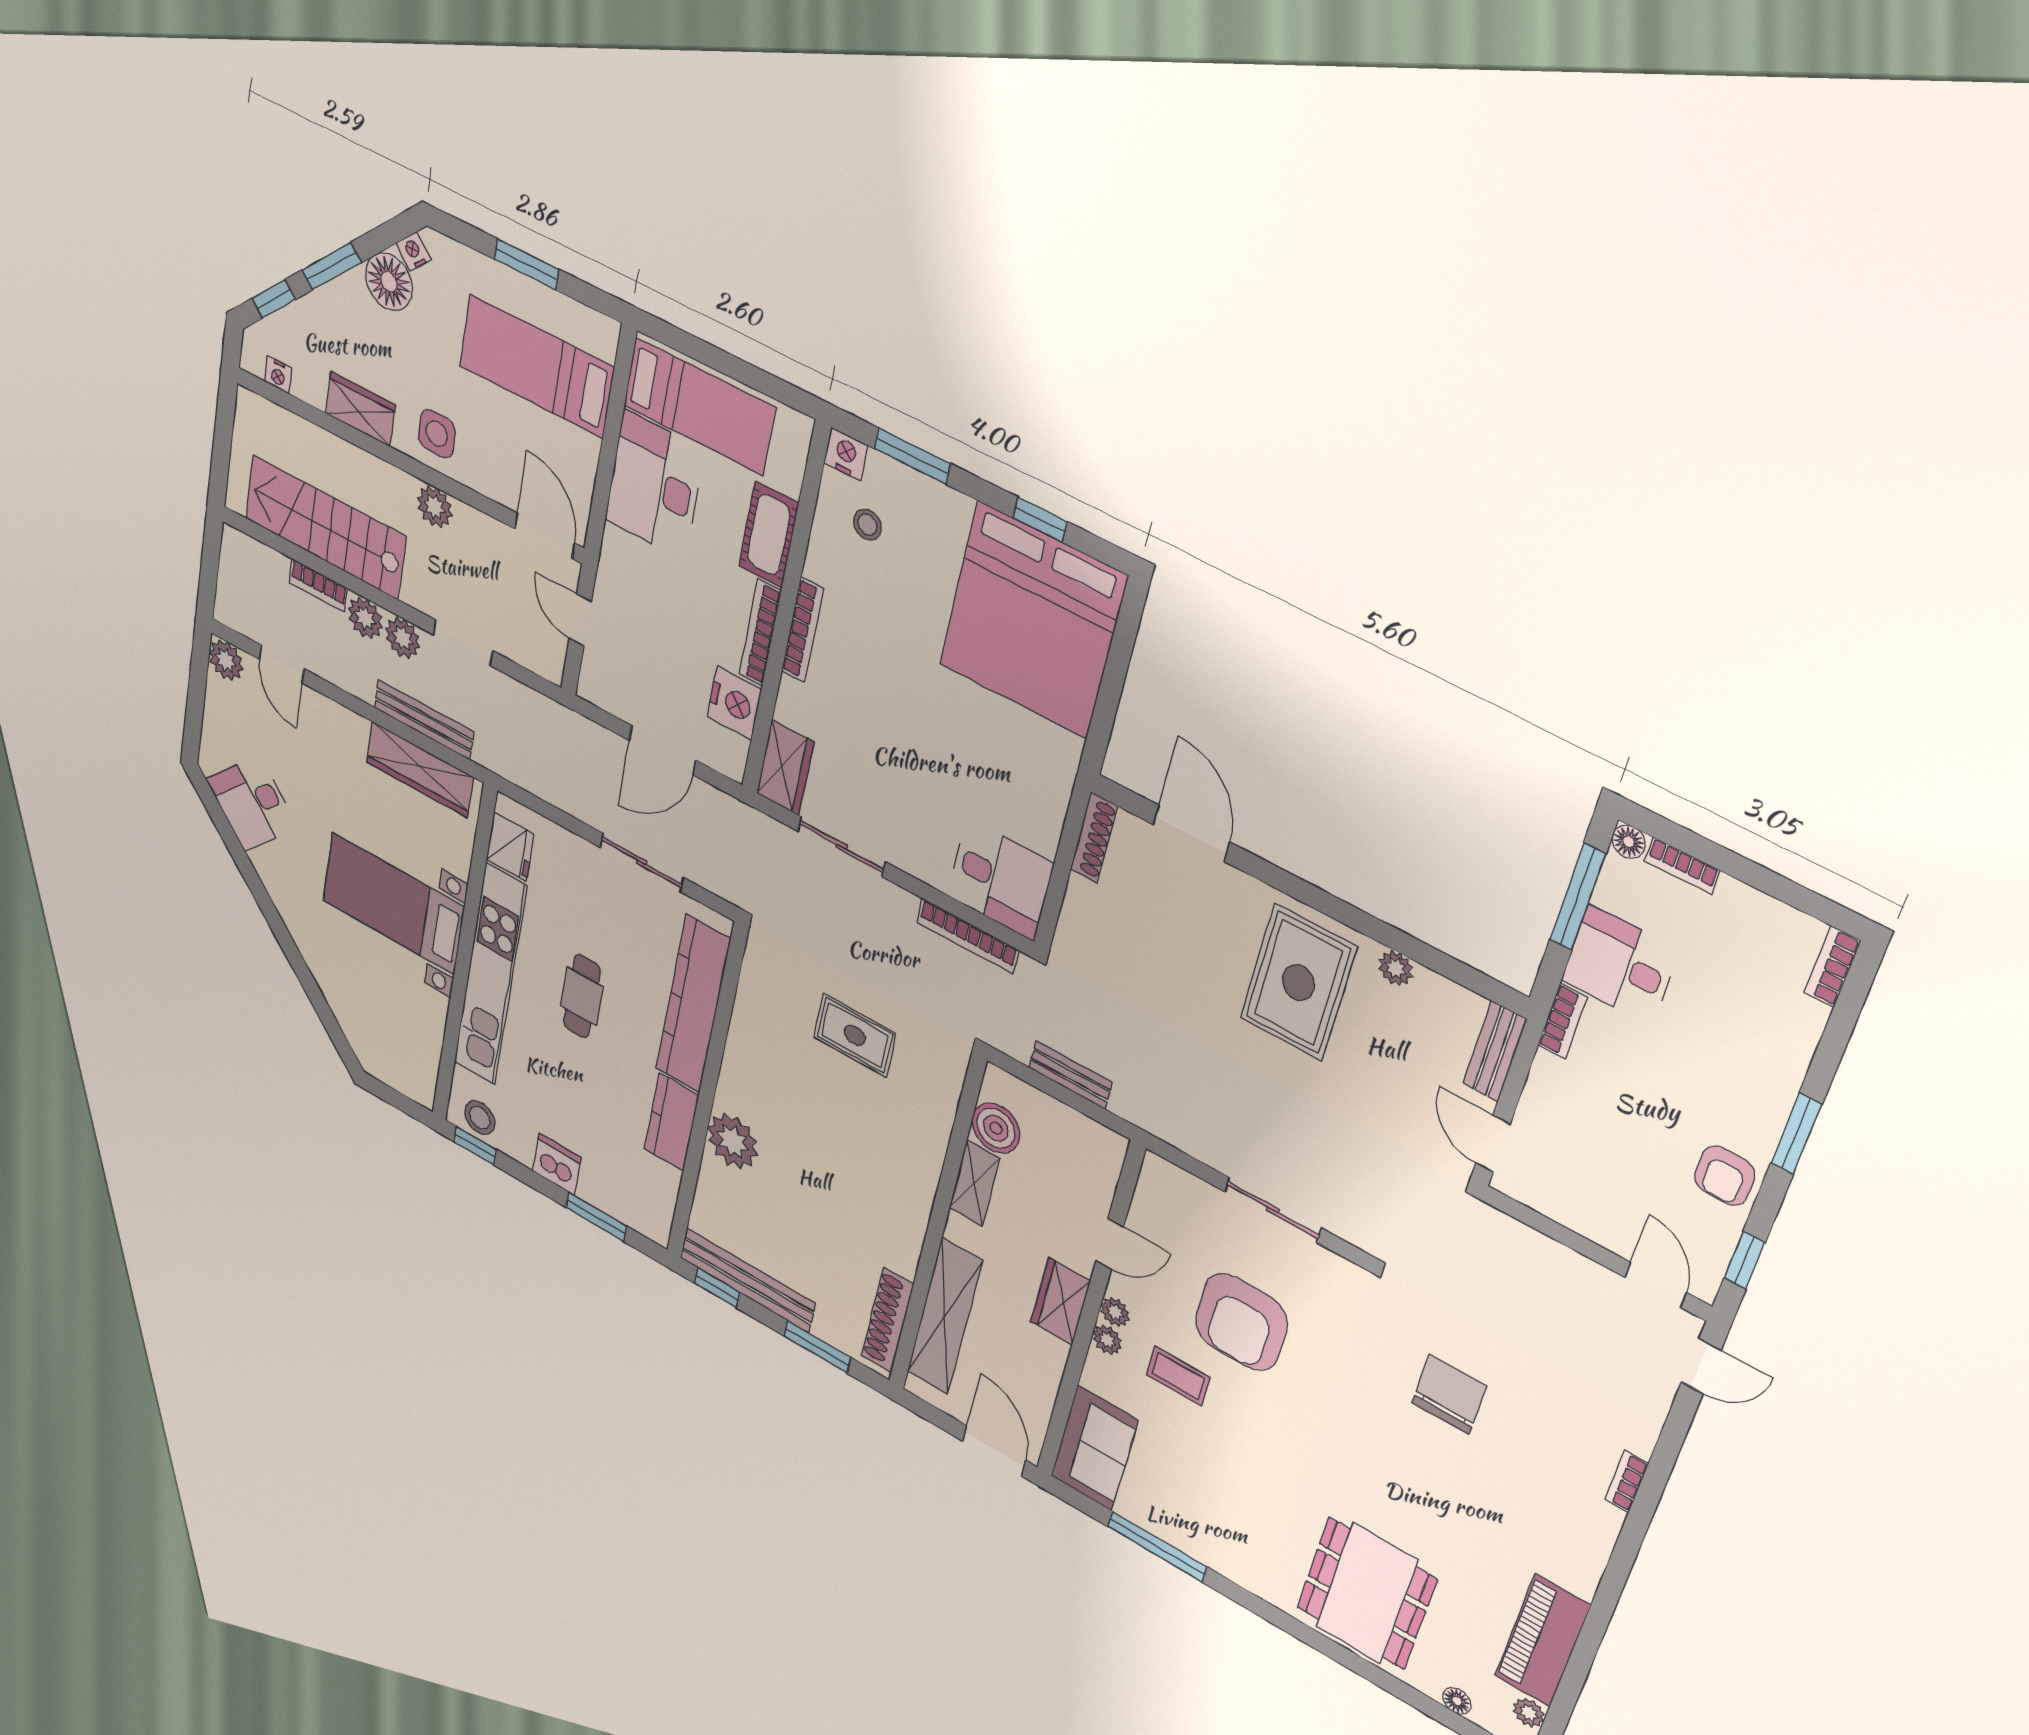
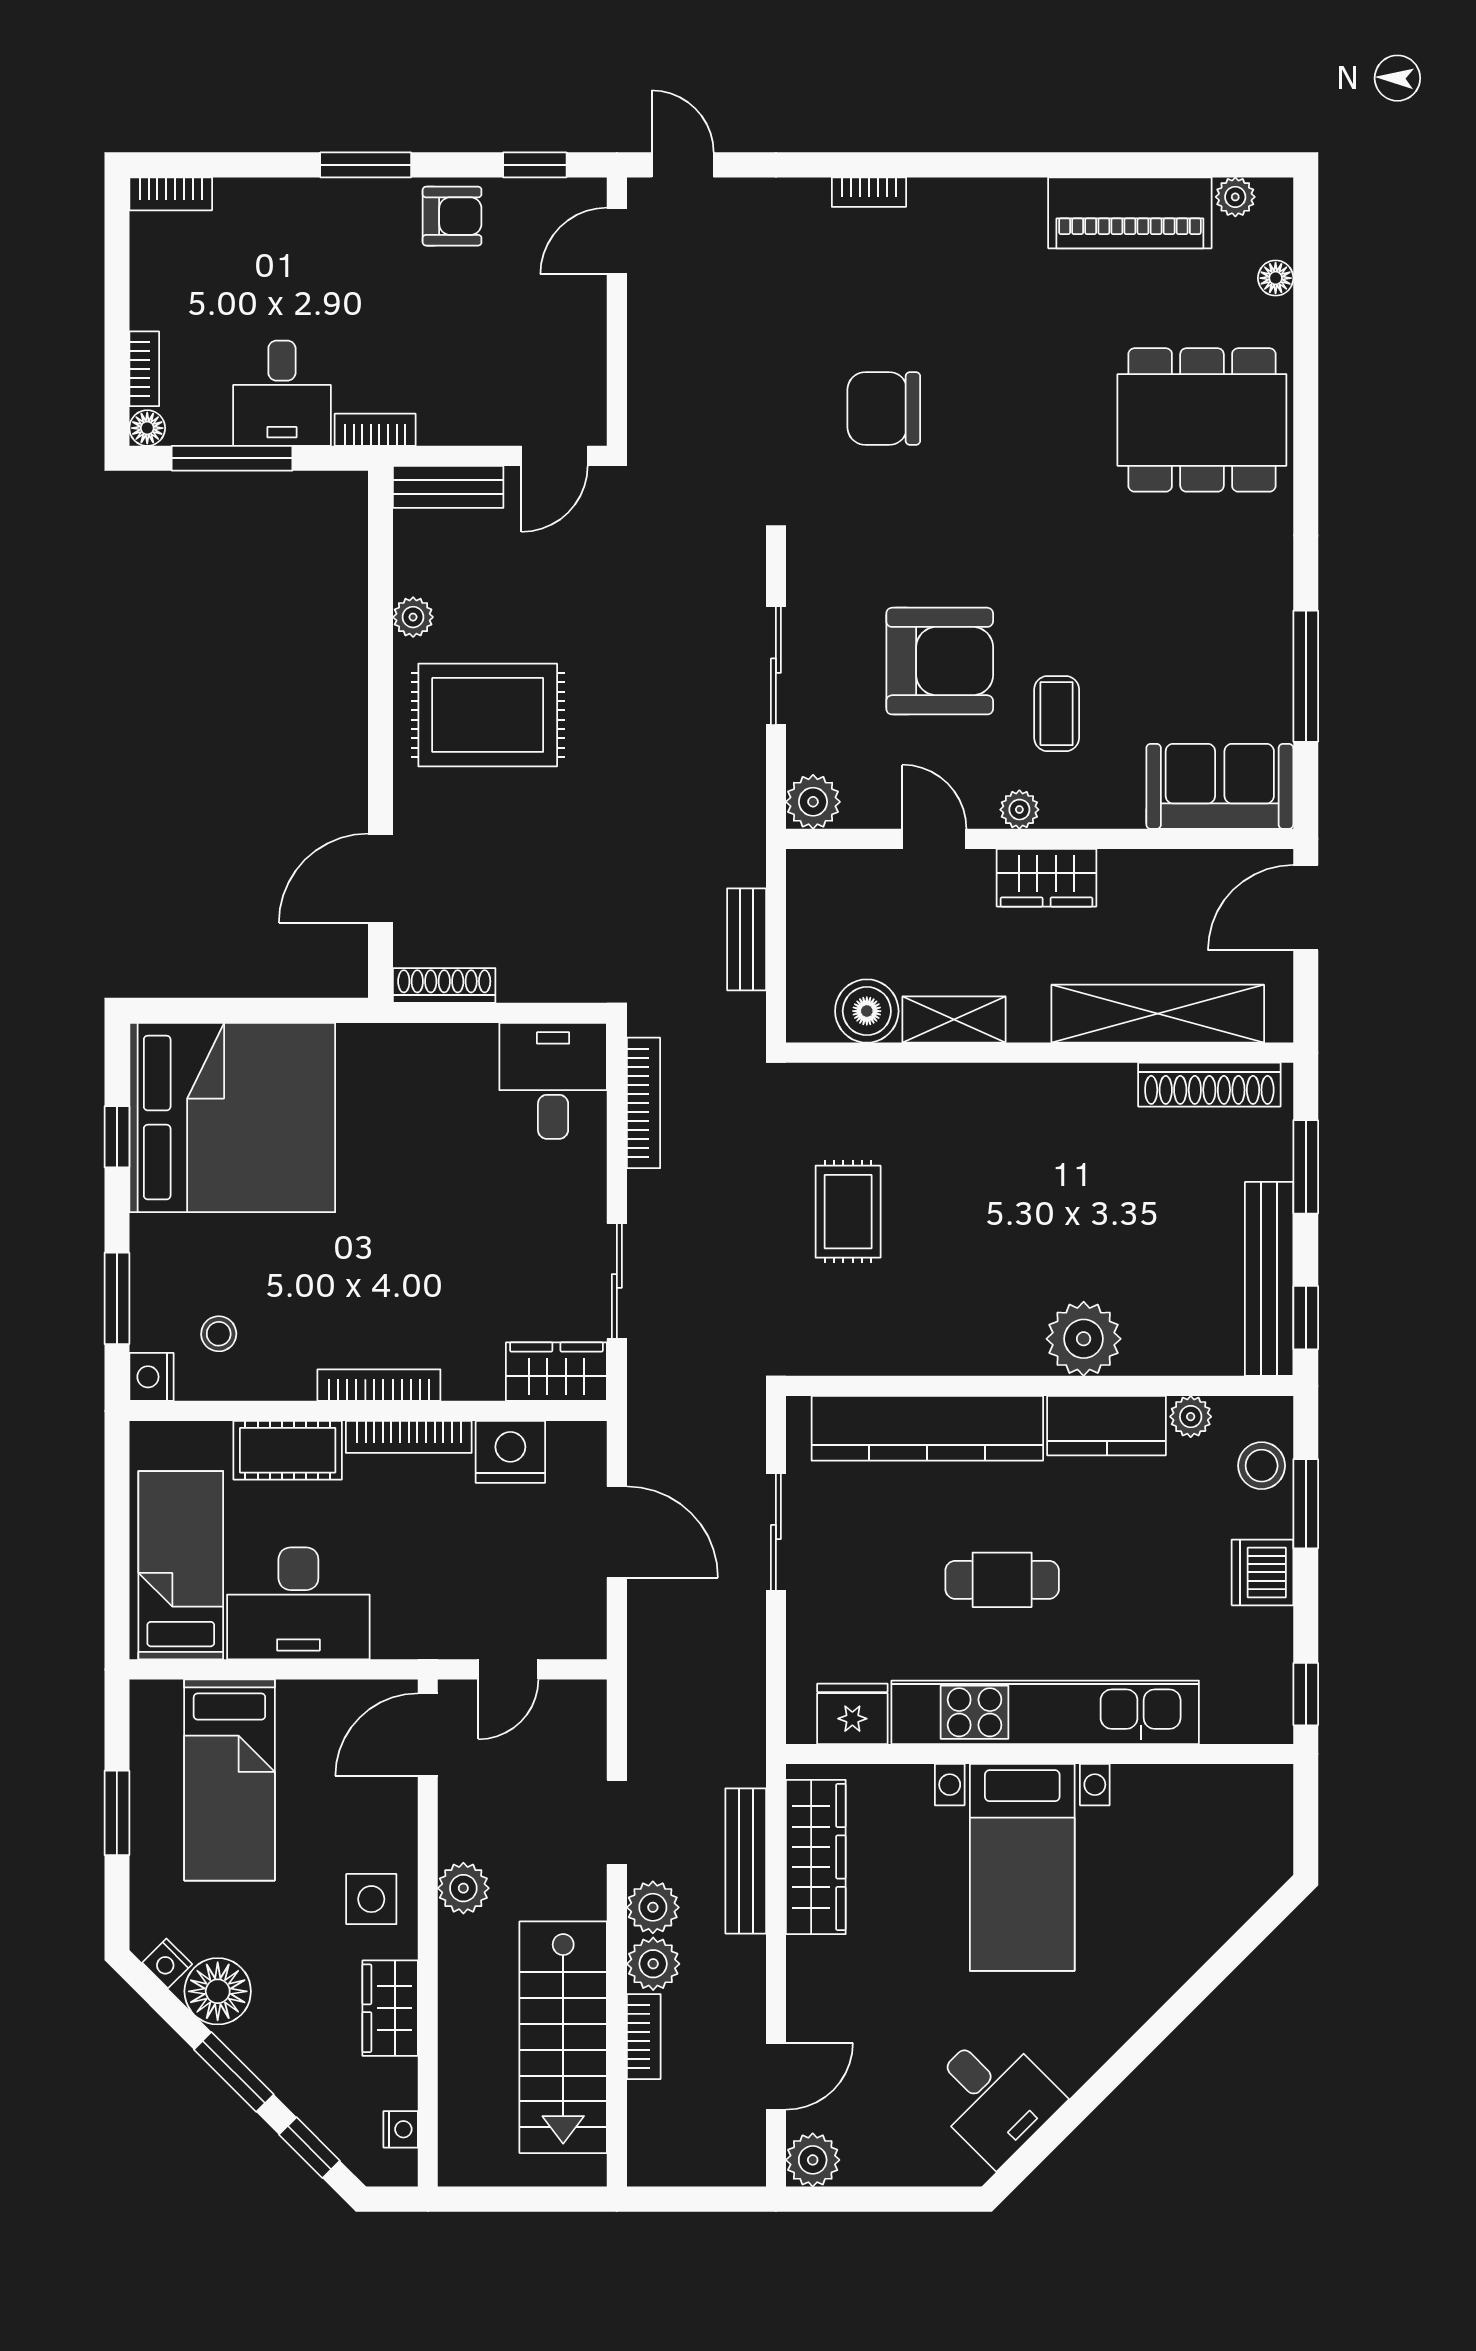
stool: (480, 1118) -> (1262, 1466), moved
plant: (667, 1179) -> (1191, 1417), added
plant: (1107, 1340) -> (813, 802), moved, width x1.38, depth x1.38

